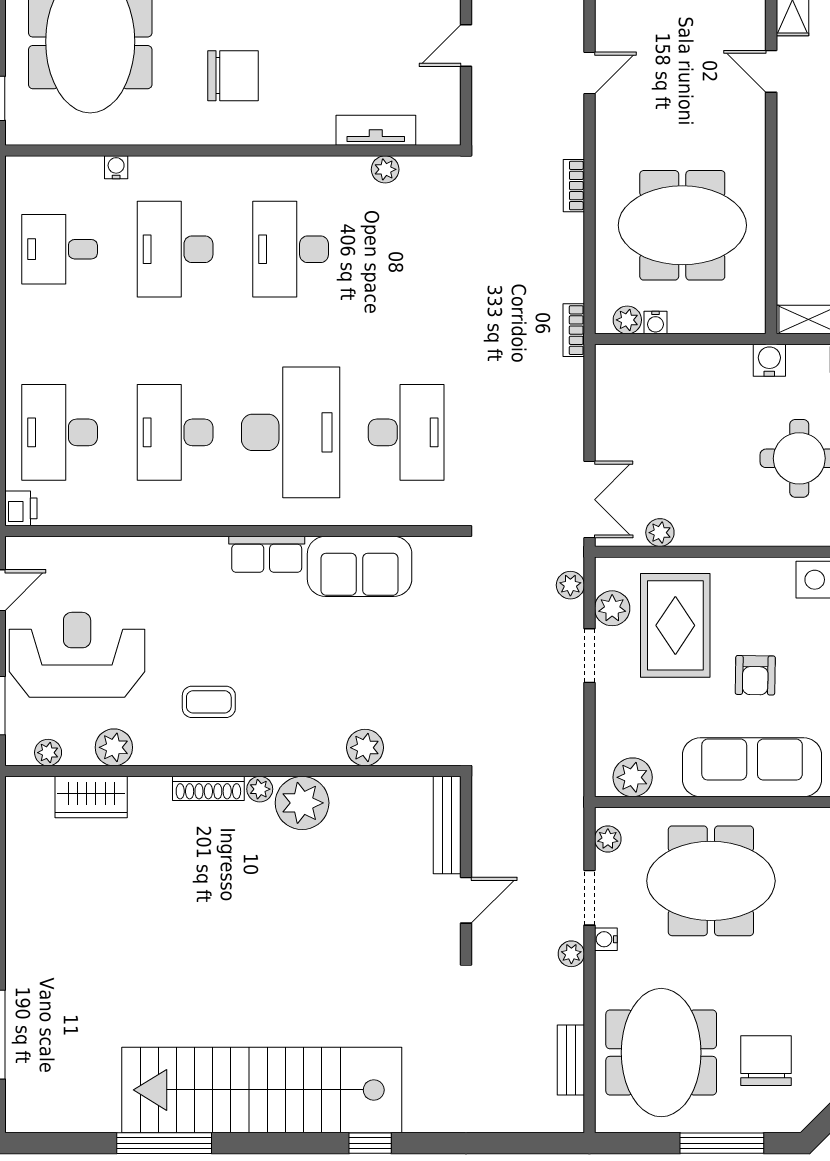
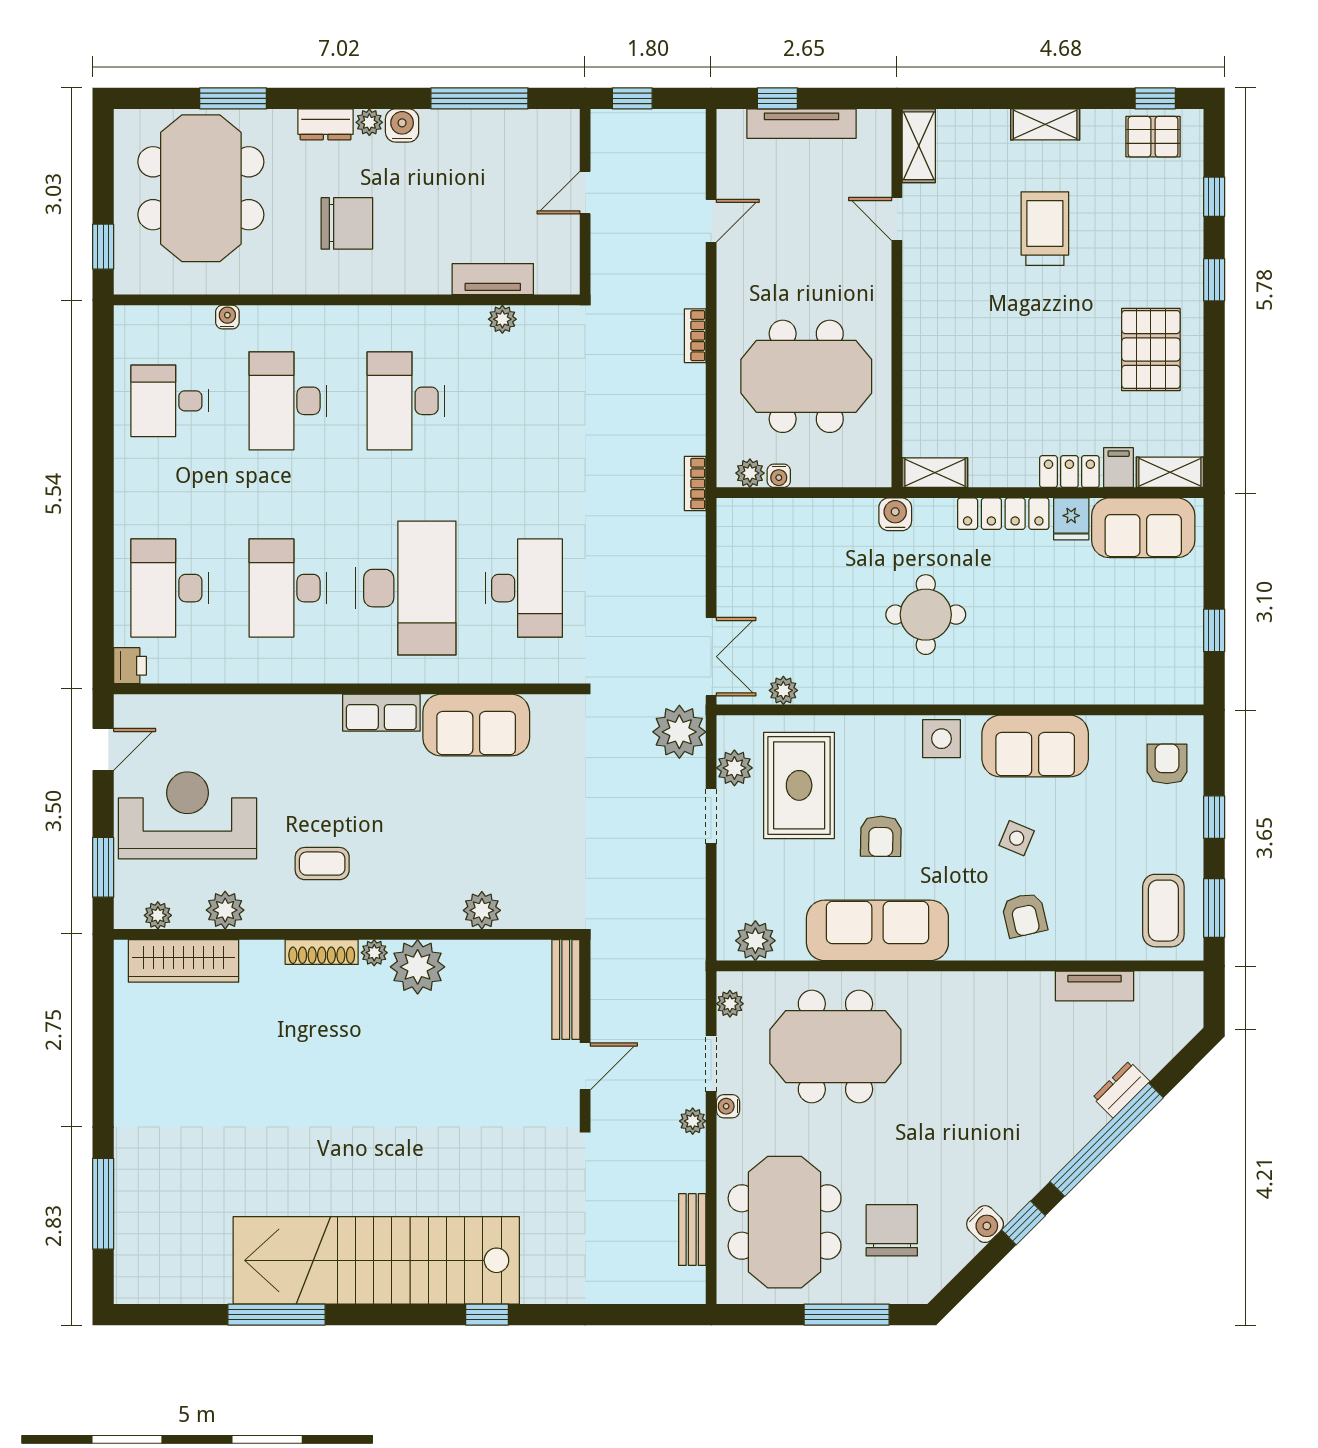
plant: (570, 585) -> (679, 732), width x1.88, depth x1.88
wardrobe: (91, 797) -> (183, 961), width x1.50

